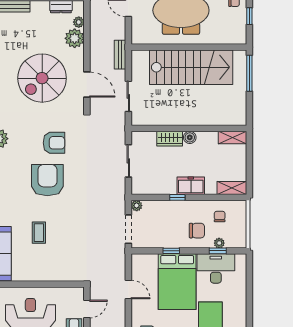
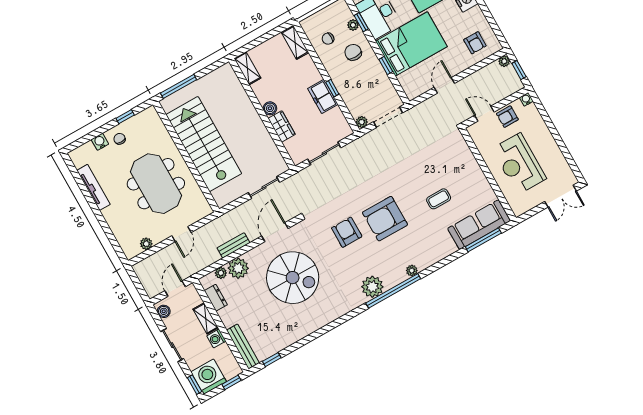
bench: (120, 55) -> (233, 245), moved
freezer: (191, 186) -> (323, 96), moved

